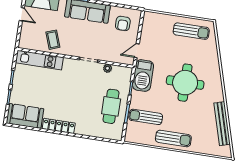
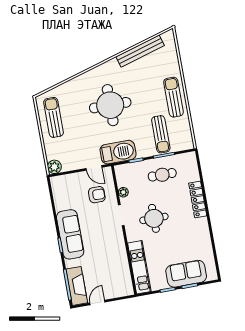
plant: (149, 17) -> (54, 167), added
armchair: (123, 23) -> (97, 195), moved
coffee table: (53, 40) -> (113, 260), removed
round table: (76, 87) -> (154, 218), added
cafe table: (111, 106) -> (162, 175), width x0.73, depth x0.74
sofa: (25, 116) -> (186, 274), moved, turned 90
locker: (59, 126) -> (198, 199), moved

